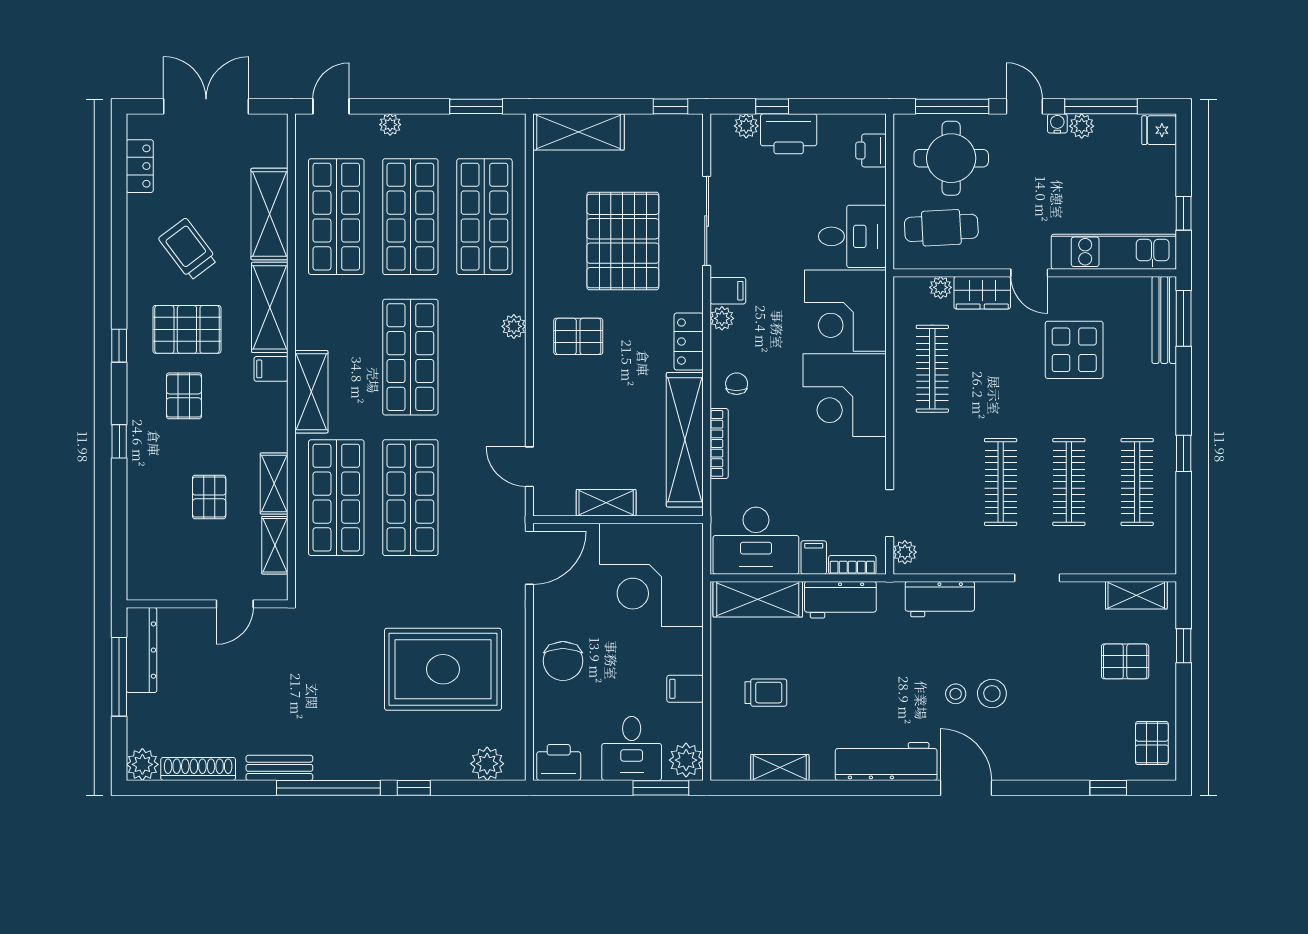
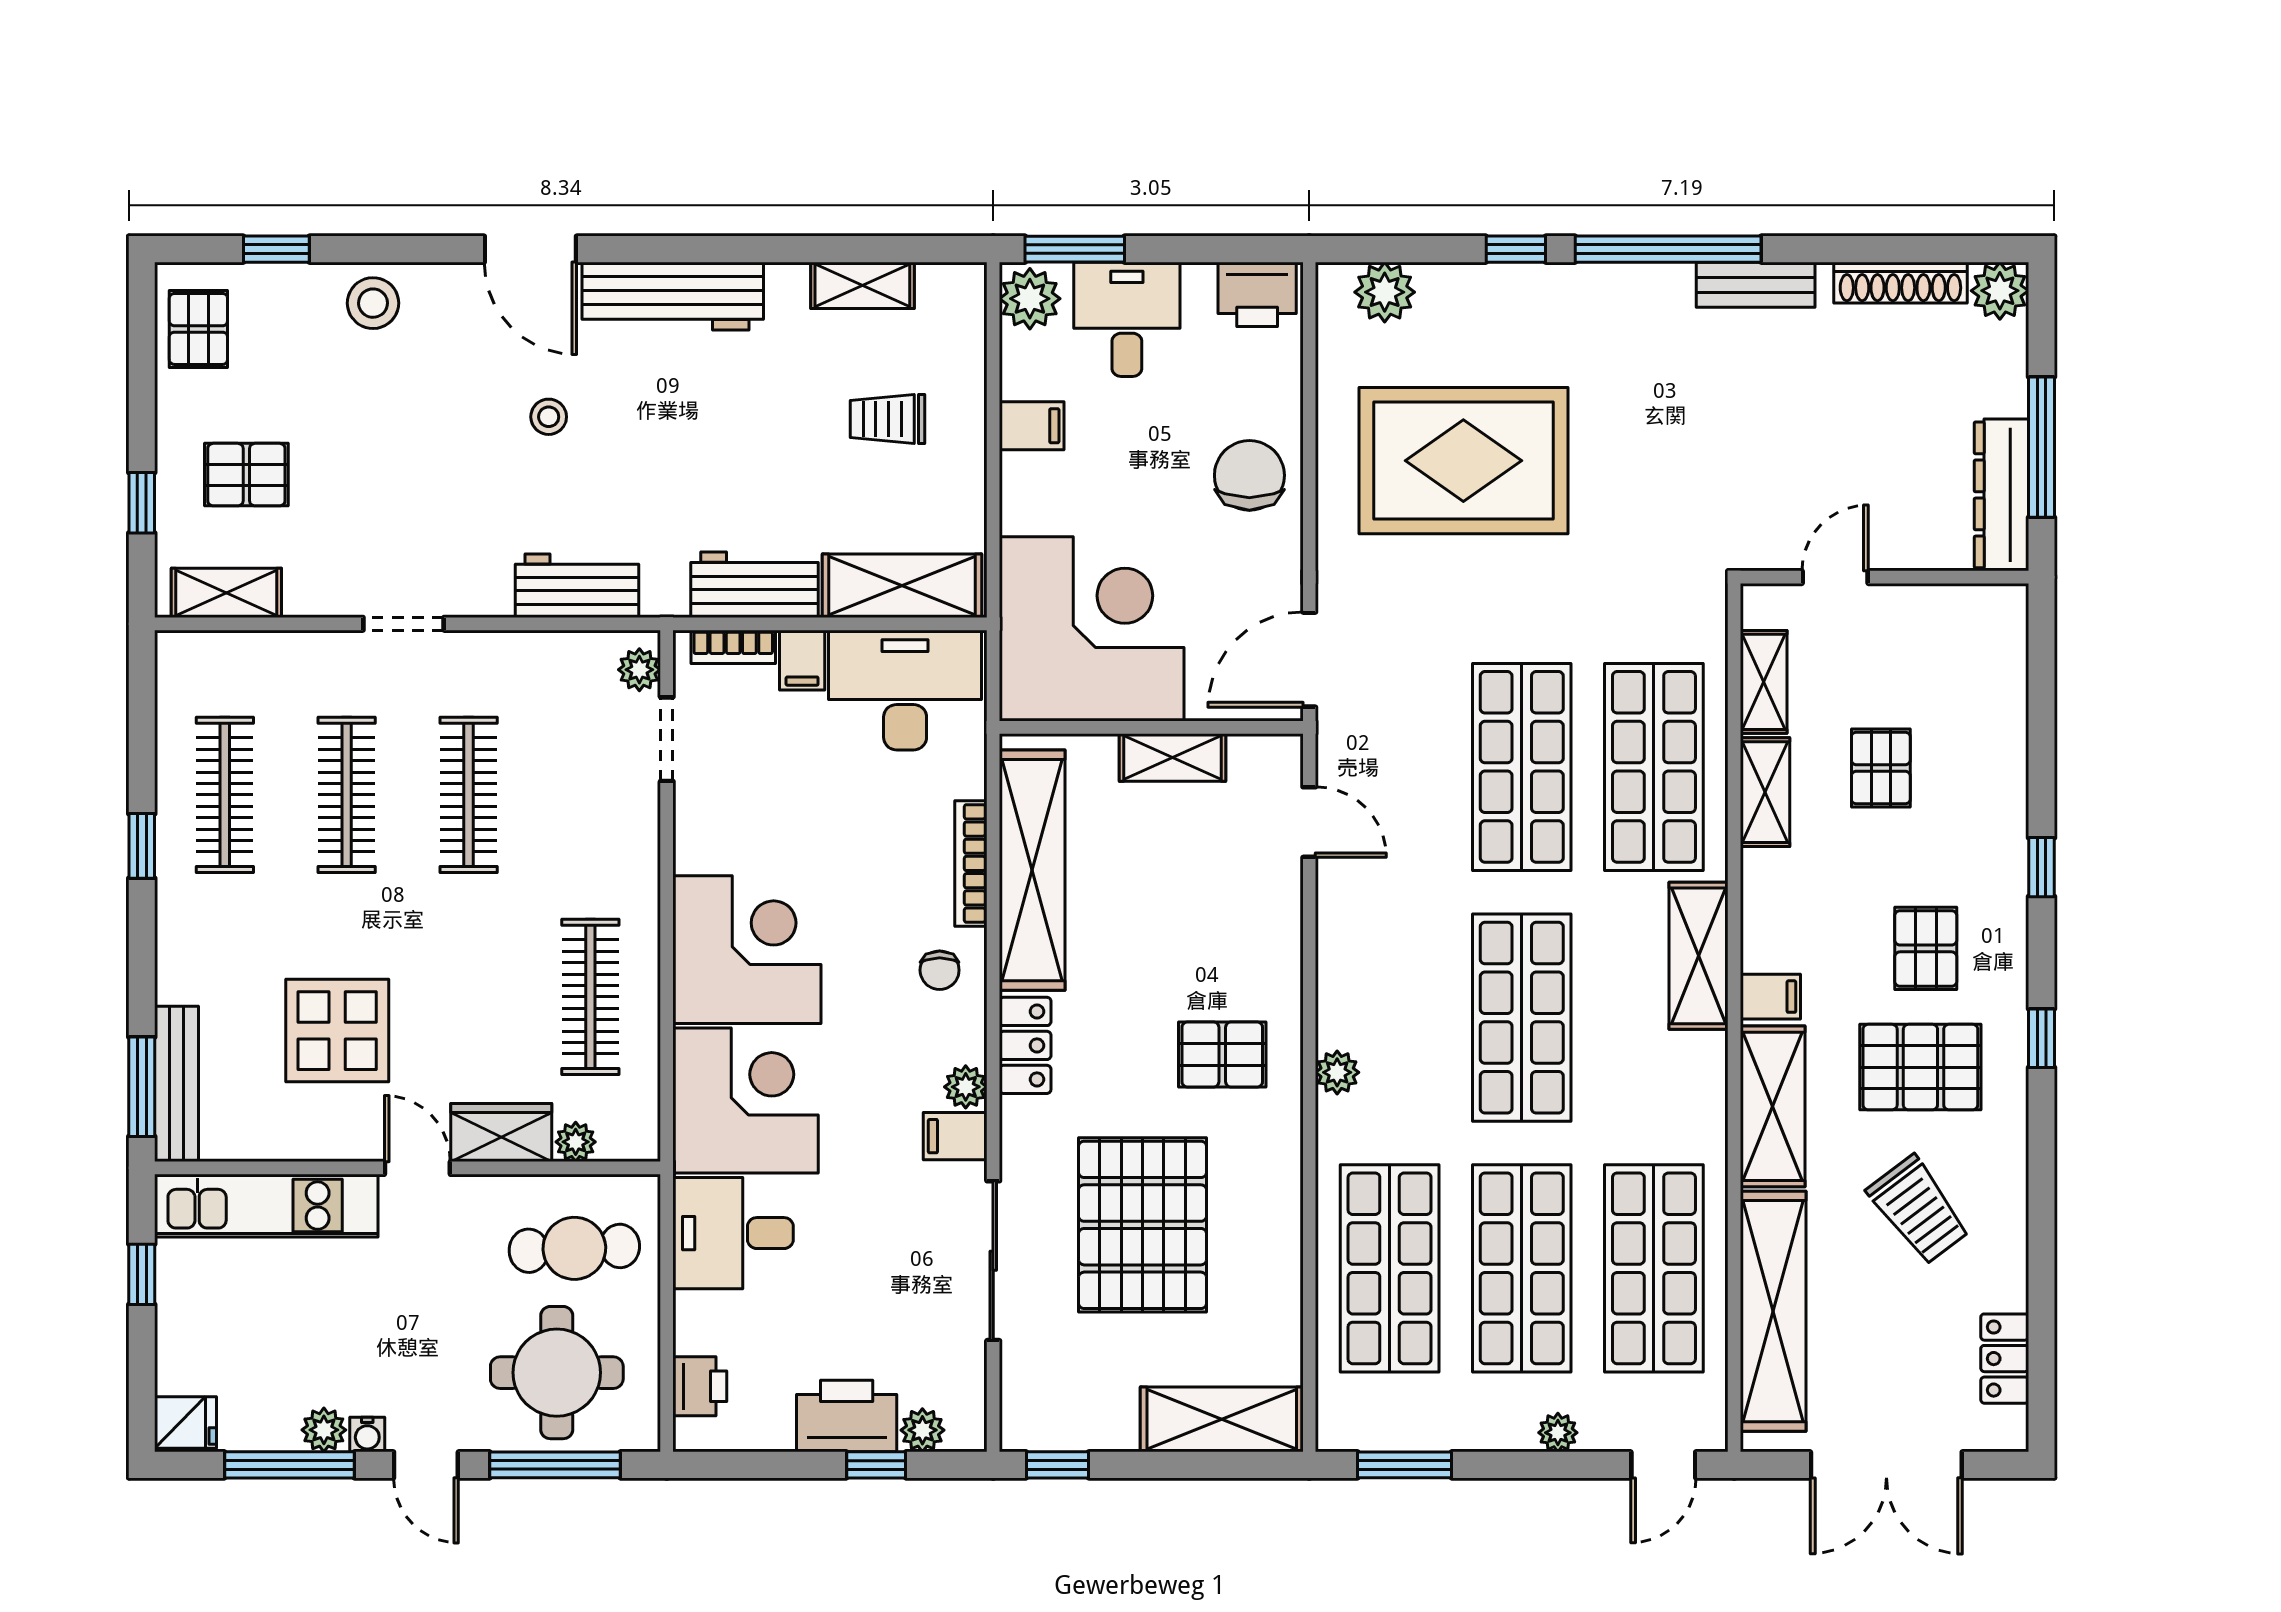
shelving: (269, 214) -> (1773, 1311), width x1.47
stool: (992, 694) -> (373, 303), moved

